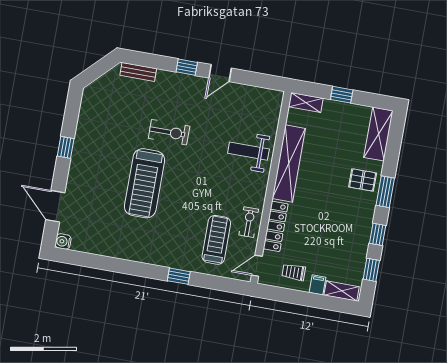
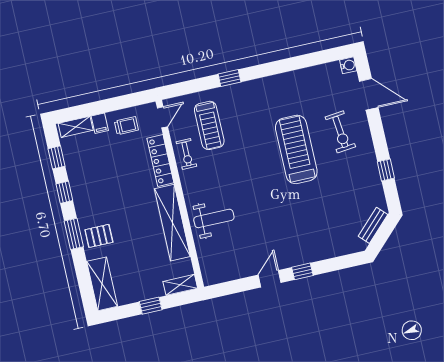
bench: (138, 72) -> (373, 225), moved, turned -45
exercise bike: (169, 132) -> (340, 132), moved, turned -96
window: (66, 147) -> (386, 170), moved

